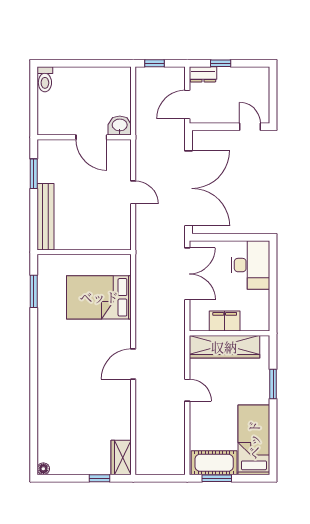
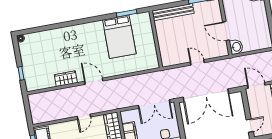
door: (91, 137) -> (226, 31), hinge flipped
door: (133, 192) -> (197, 62), swing flipped
bed: (99, 297) -> (119, 37), moved, turned 180
wardrobe: (121, 457) -> (66, 79), moved

